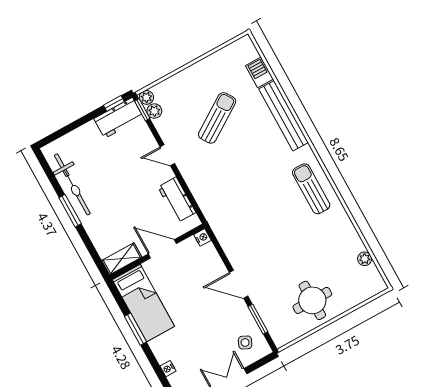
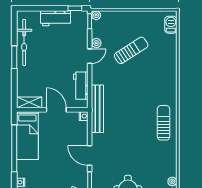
barbecue: (259, 72) -> (171, 25), moved
plant: (154, 111) -> (96, 43), moved
bench: (283, 116) -> (97, 109), moved
workbench: (118, 118) -> (55, 18), moved
door: (167, 155) -> (90, 56), swing flipped
window: (135, 329) -> (14, 148), width x2.11

